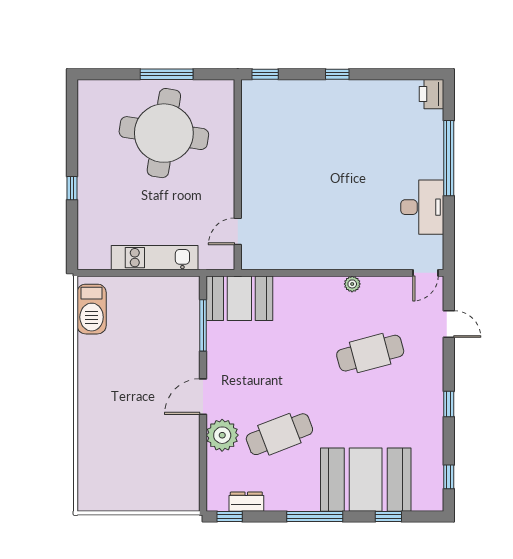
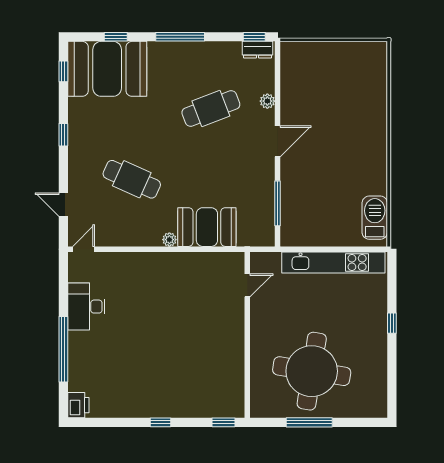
kitchen unit: (155, 258) -> (333, 263), width x1.36
plant: (352, 284) -> (169, 240), moved
booth: (239, 298) -> (207, 227), moved
cafe table: (370, 353) -> (132, 179), turned 39
plant: (222, 435) -> (267, 101), width x0.53, depth x0.53
booth: (366, 480) -> (107, 69), moved
dresser: (246, 502) -> (257, 50), moved

